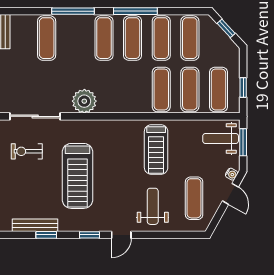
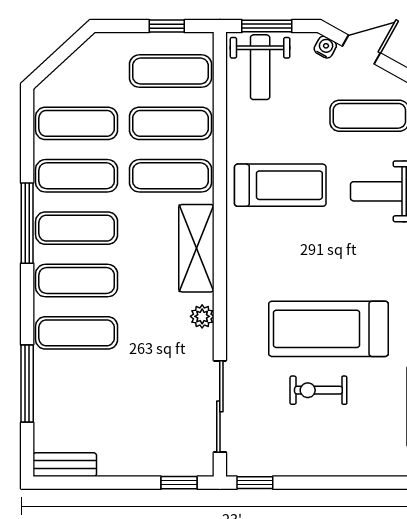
window: (73, 11) -> (27, 384), moved
window: (226, 28) -> (59, 57), removed
exercise mat: (47, 38) -> (77, 333), moved
plant: (84, 101) -> (202, 316), width x0.53, depth x0.53
shelving: (122, 104) -> (196, 248), added
exercise bike: (27, 151) -> (318, 390), moved, turned 90
treadmill: (77, 176) -> (328, 329), turned 180

